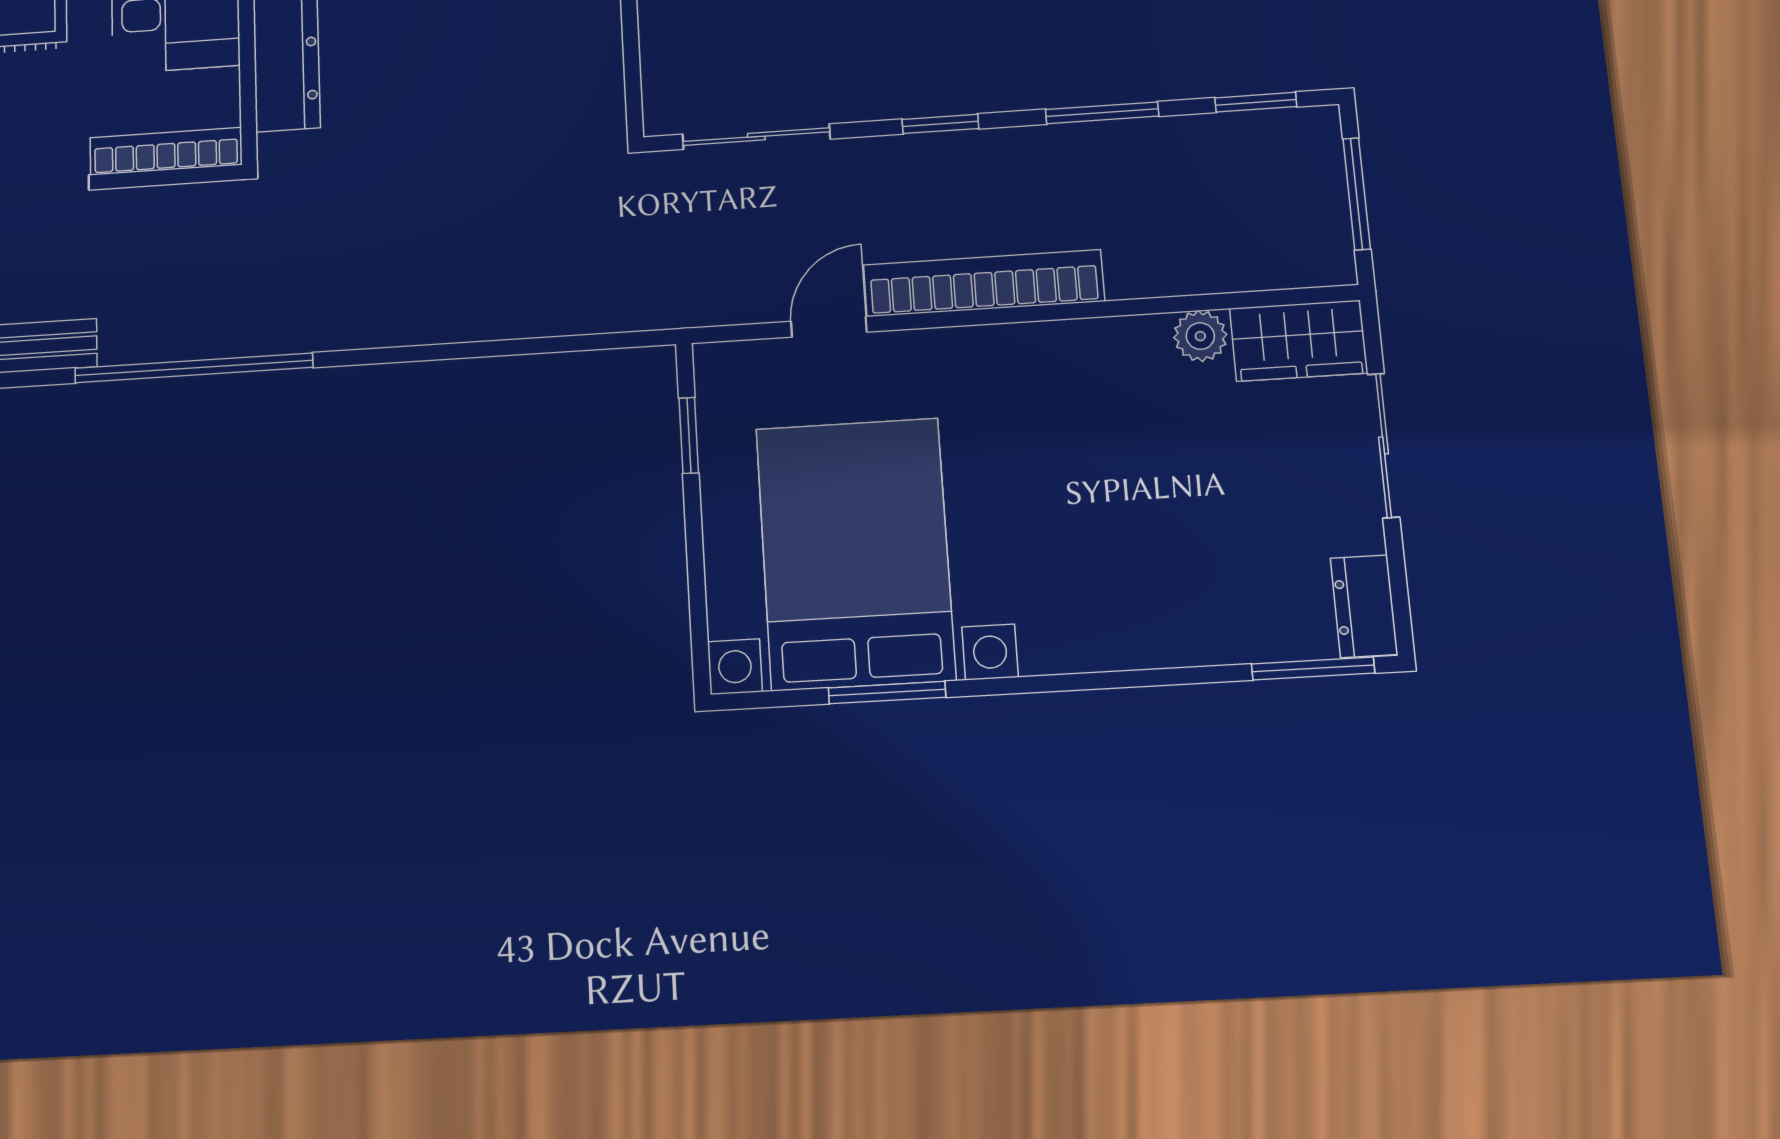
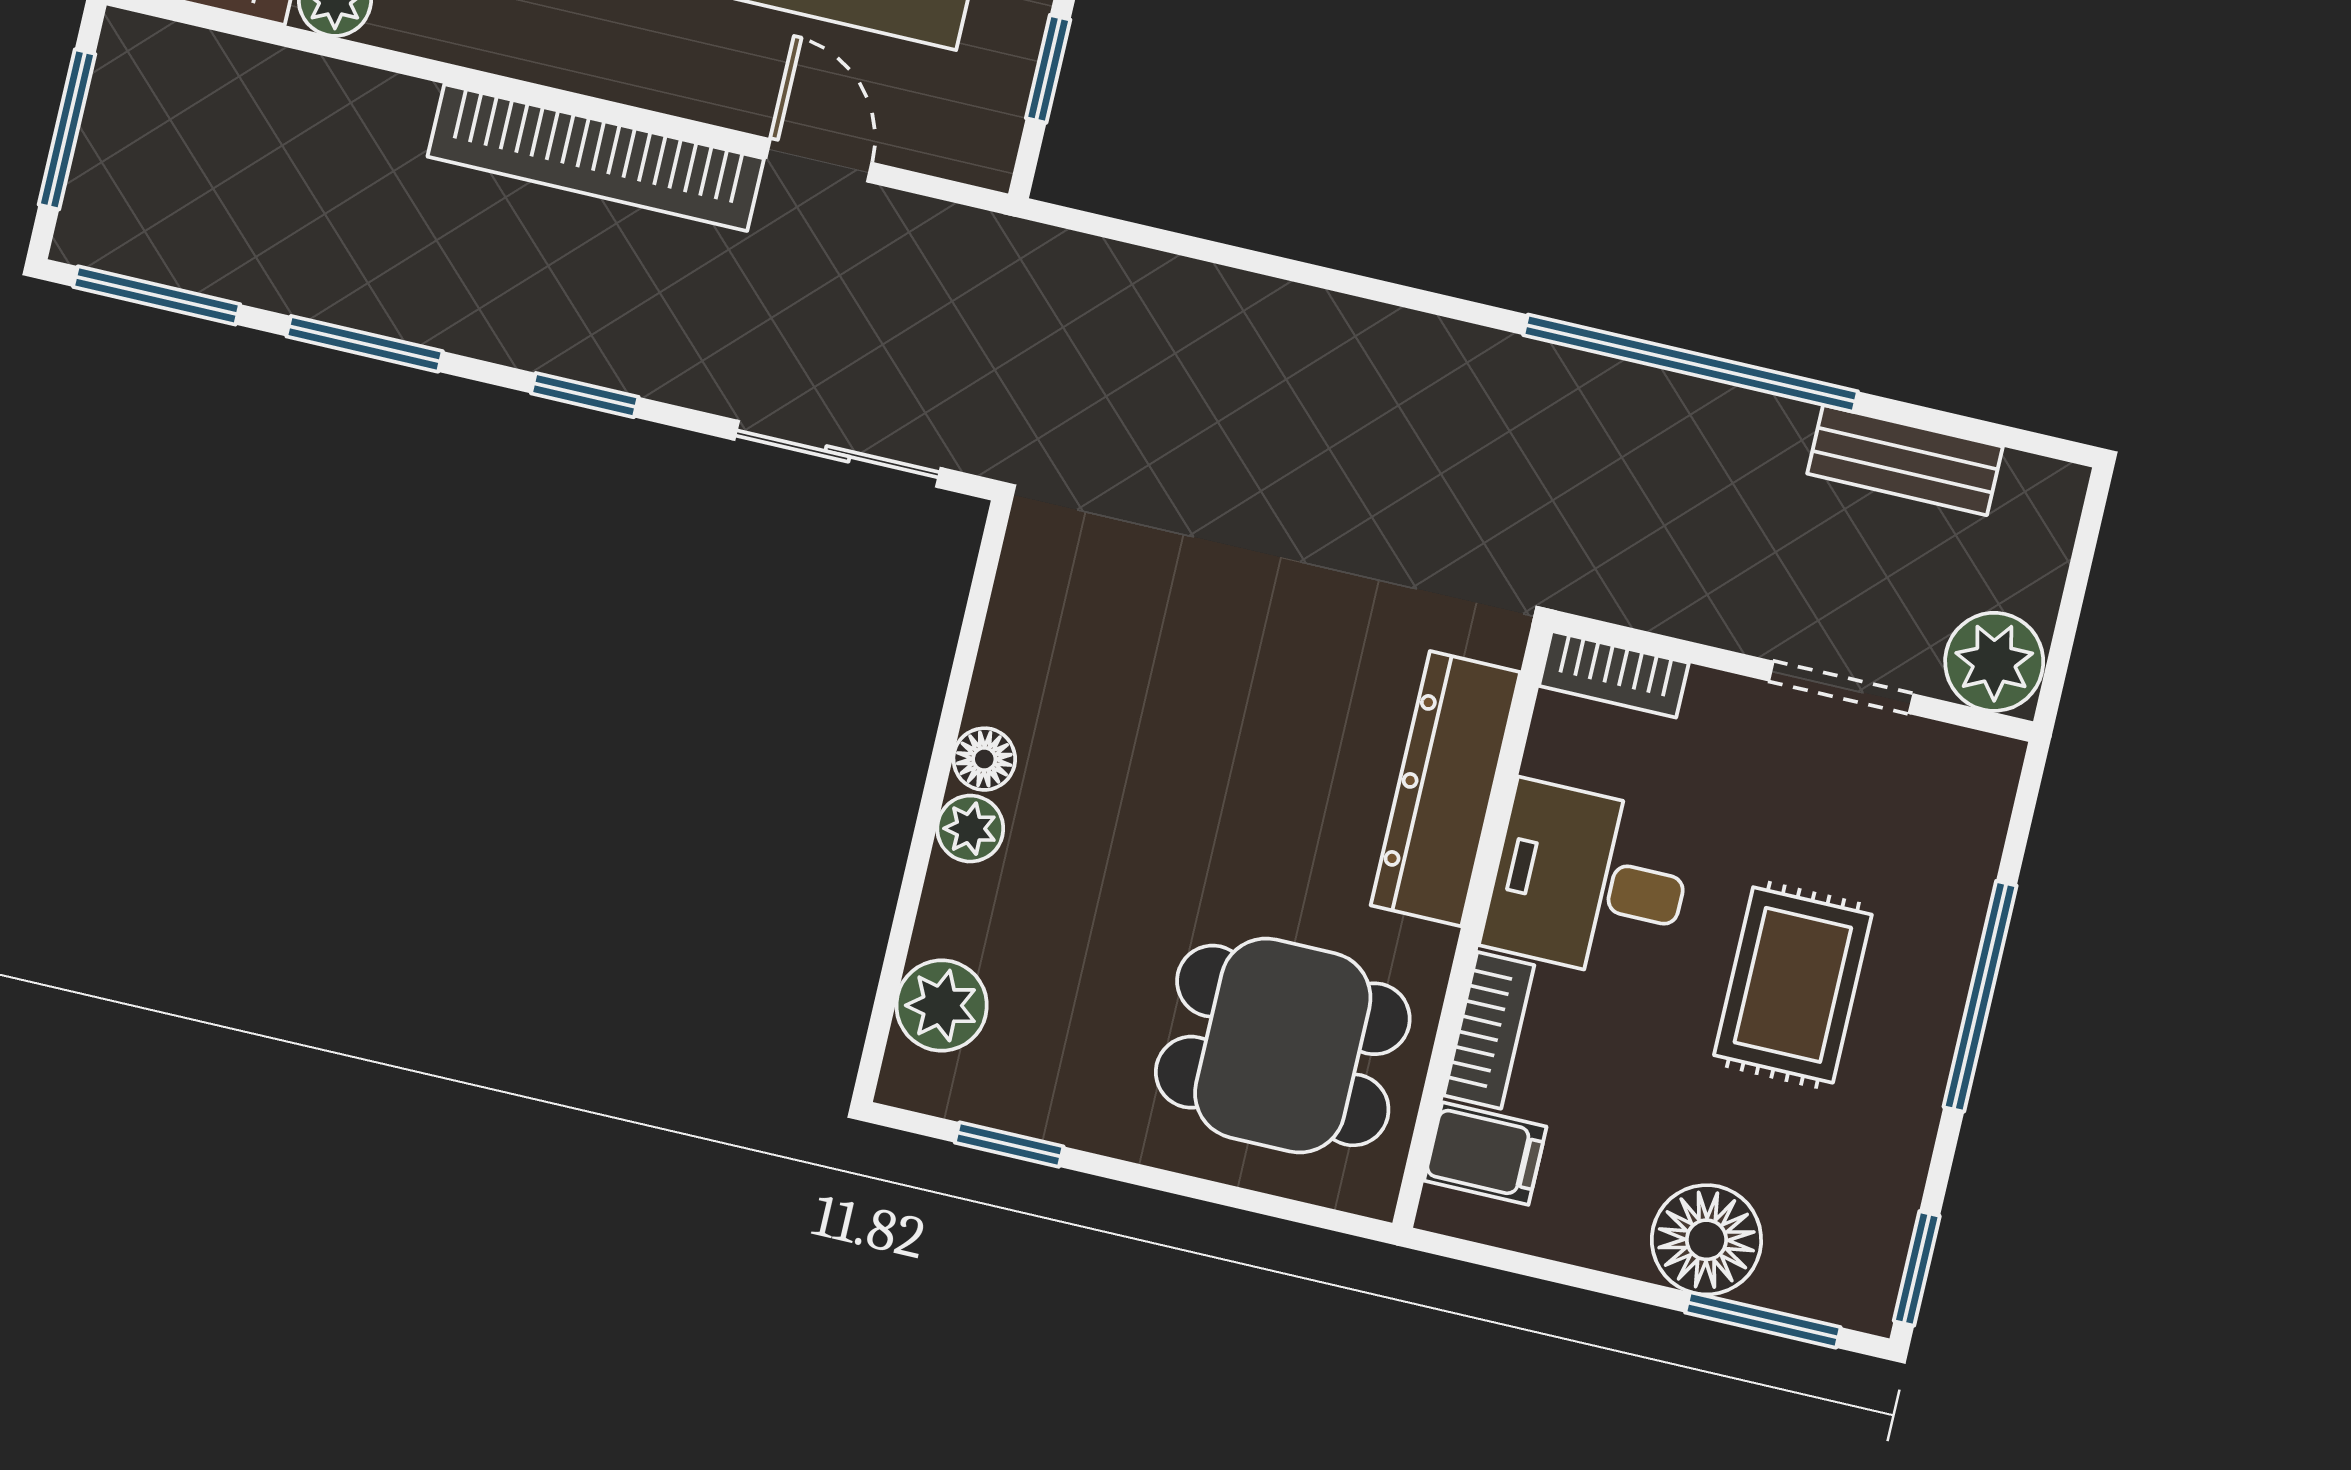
window: (1256, 102) -> (157, 295), width x1.50
bookcase: (166, 151) -> (1614, 674), width x0.64
door: (829, 327) -> (819, 160), swing flipped

